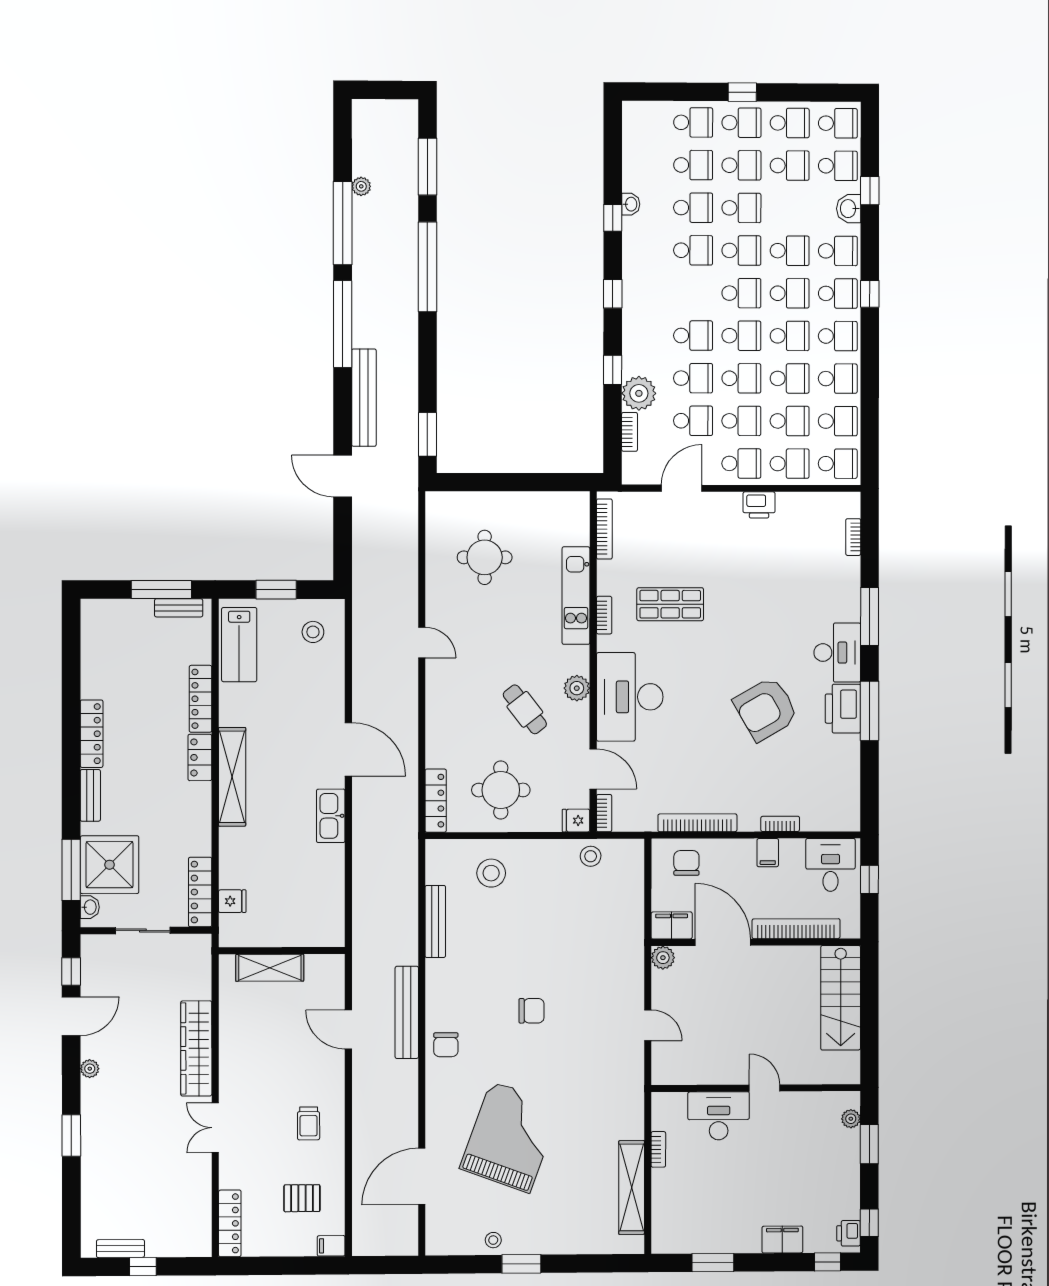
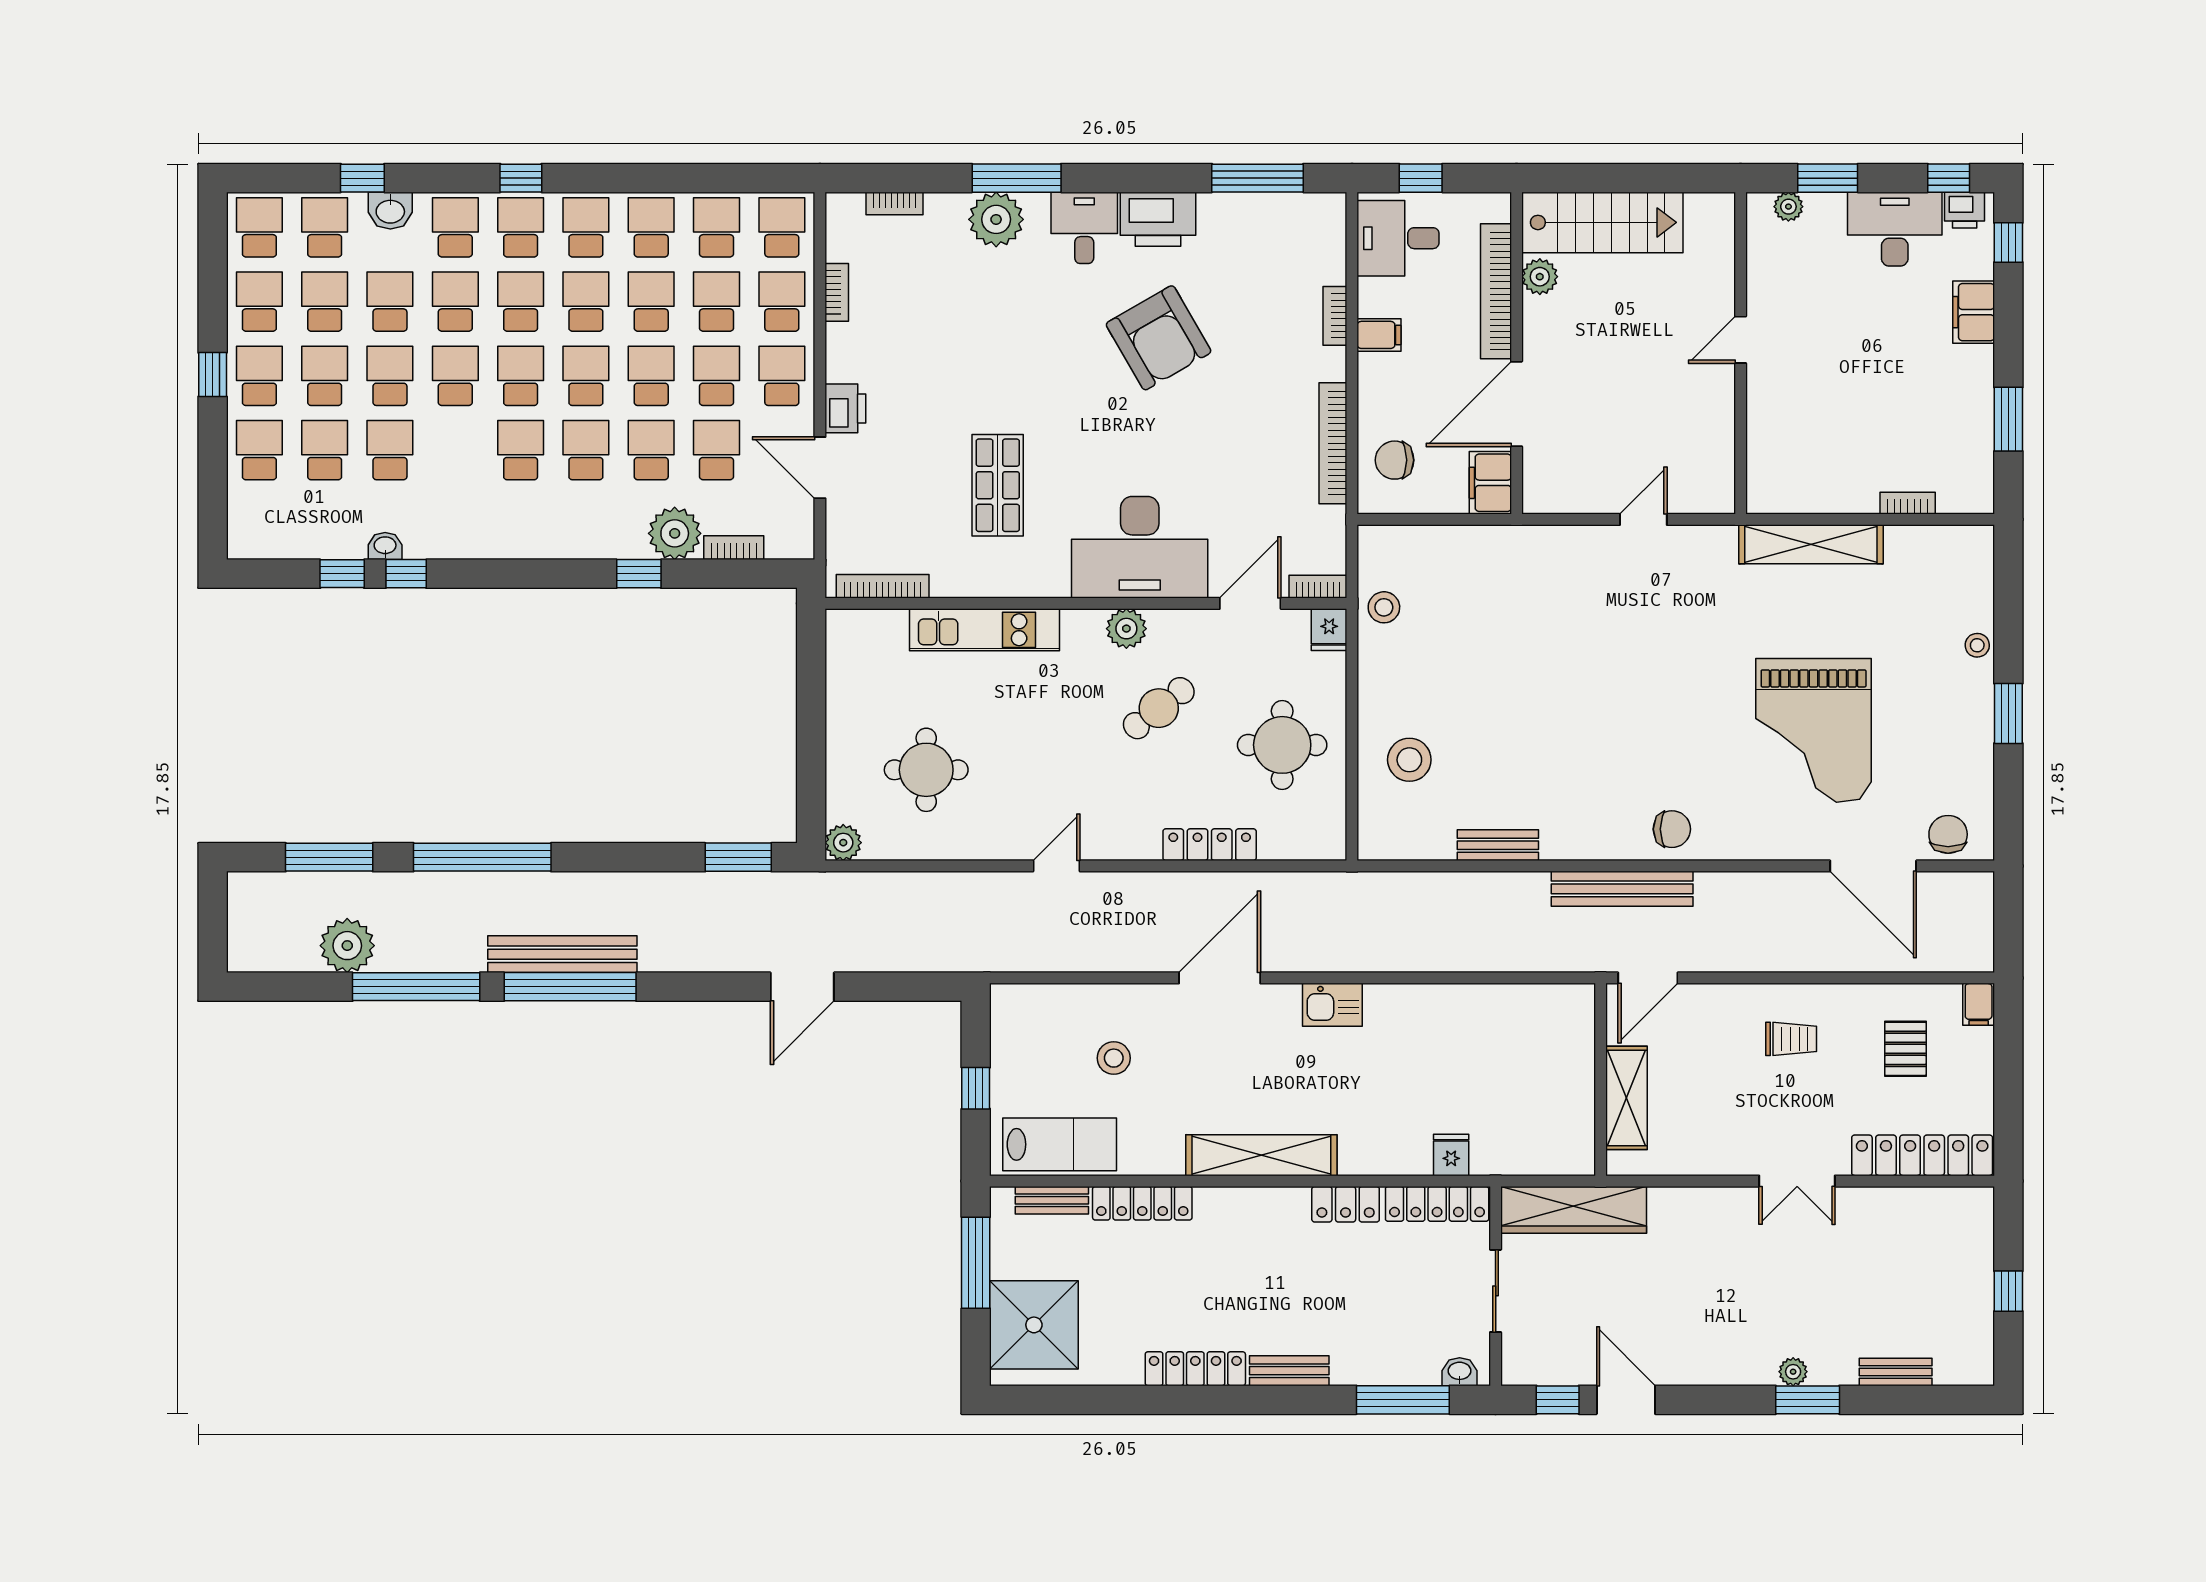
plant: (361, 186) -> (347, 946), width x1.88, depth x1.88
school desk: (790, 208) -> (390, 302), added
school desk: (693, 250) -> (521, 450), moved
window: (613, 294) -> (342, 574), moved
bench: (364, 398) -> (562, 954), moved
plant: (437, 503) -> (843, 843), added
printer: (759, 505) -> (845, 408), moved
window: (276, 590) -> (976, 1088), width x0.67
plant: (843, 603) -> (996, 219), added
bench: (179, 608) -> (1052, 1200), moved, turned 90
bookcase: (604, 615) -> (837, 292), moved, turned 90
stool: (313, 632) -> (1114, 1058), moved
desk: (837, 653) -> (1084, 228), width x0.73
window: (870, 711) -> (1258, 178), moved
locker: (200, 757) -> (1346, 1204), moved
locker: (436, 801) -> (1210, 845), moved
kitchen sink: (331, 816) -> (1332, 1005), width x0.73
shower: (110, 865) -> (1034, 1325), moved
bench: (435, 921) -> (1498, 845), width x0.73
wall: (282, 951) -> (1601, 1080), moved
plant: (663, 958) -> (1540, 277), moved
shelving: (270, 968) -> (1626, 1098), moved
chair: (532, 1011) -> (1948, 834), moved
wardrobe: (196, 1048) -> (1574, 1210), moved
plant: (90, 1069) -> (1793, 1372), moved
desk: (719, 1116) -> (1895, 229), moved, turned 90
grand piano: (510, 1137) -> (1814, 730), turned -110
bookcase: (658, 1149) -> (1908, 503), moved
shelving: (632, 1187) -> (1811, 544), moved
locker: (230, 1223) -> (1922, 1155), width x1.41, depth x1.21
stool: (493, 1240) -> (1977, 645), moved
bench: (120, 1249) -> (1896, 1372), moved, turned 90

